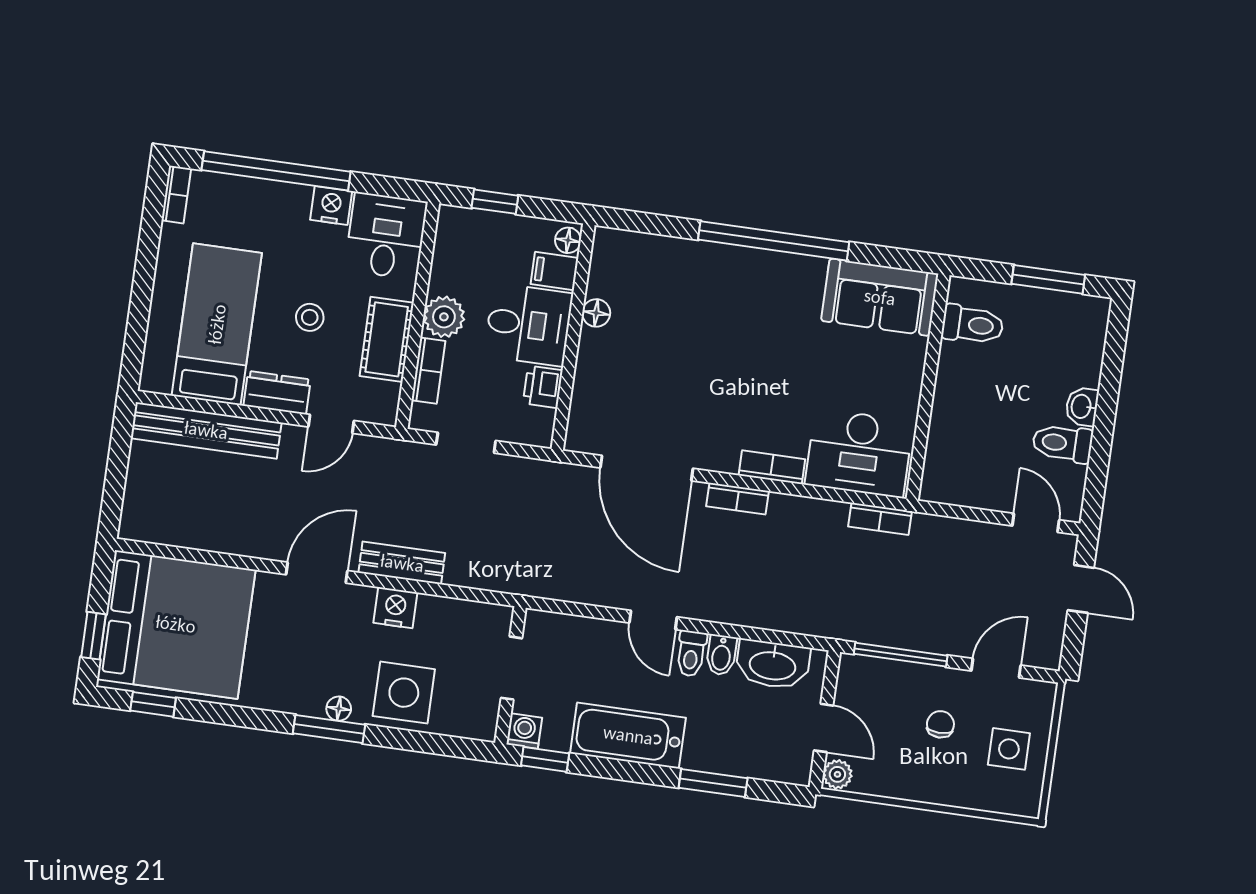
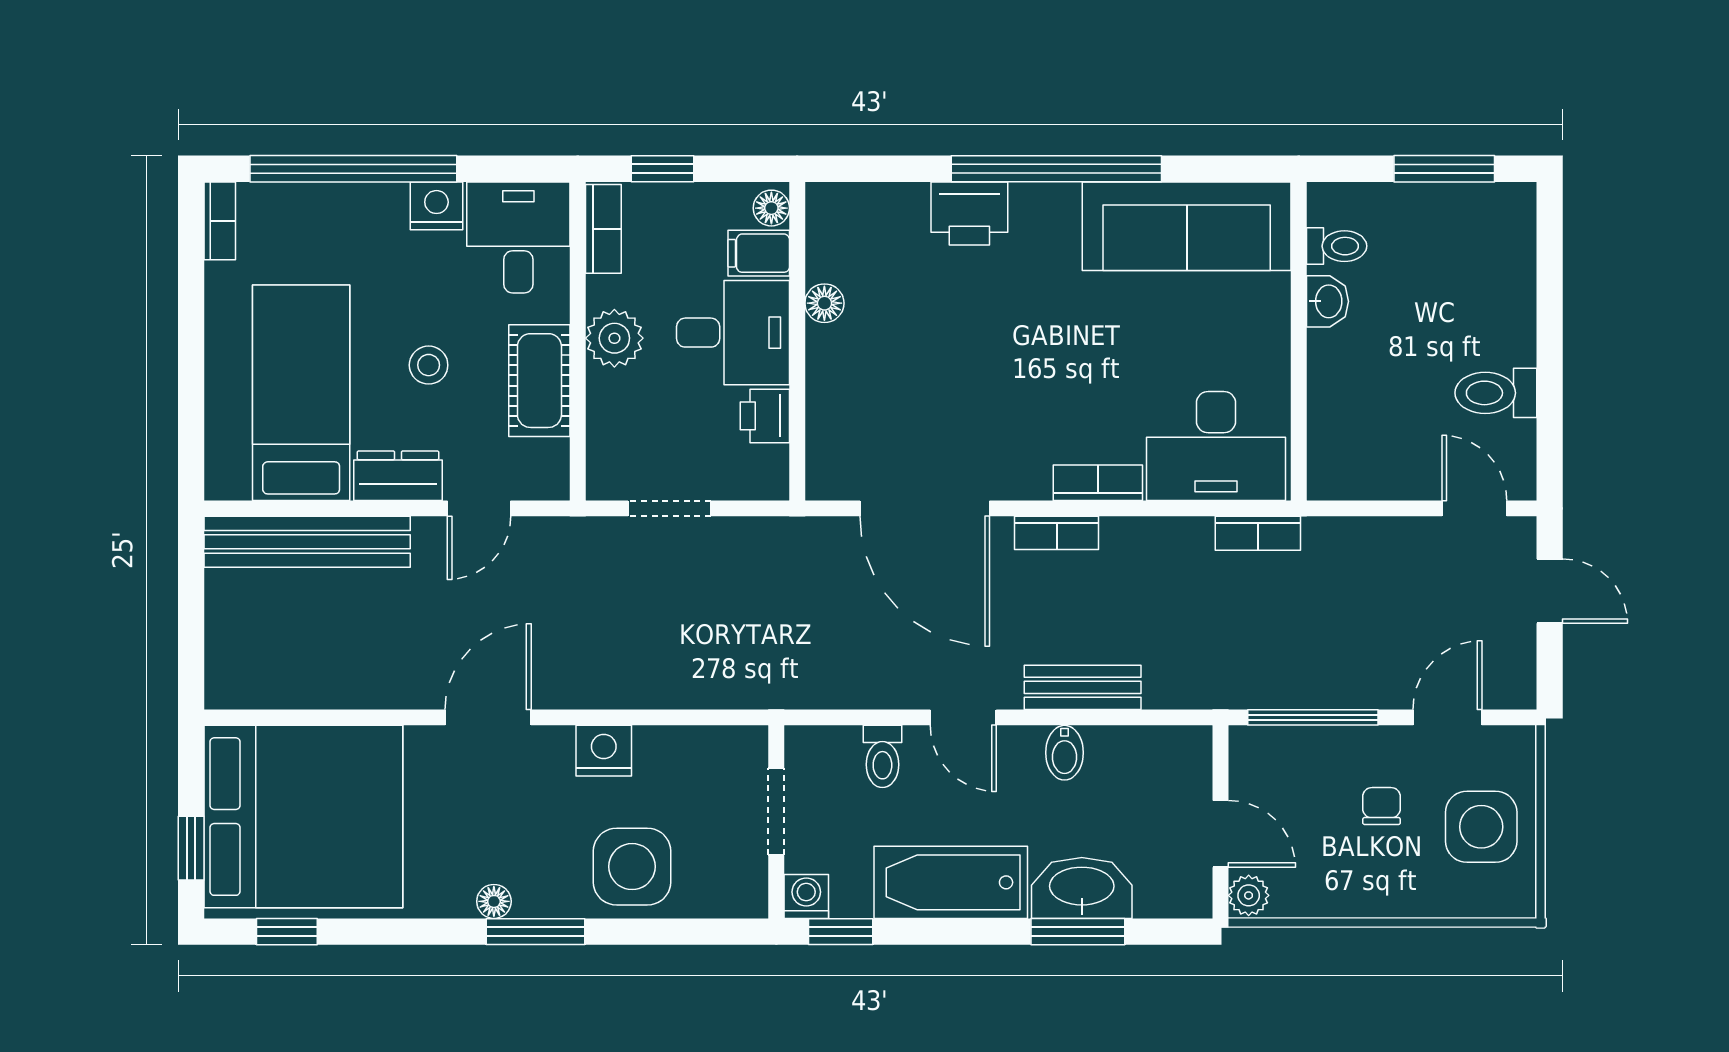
printer: (708, 264) -> (969, 213), added
sofa: (880, 297) -> (1187, 226), width x1.36
toilet: (973, 325) -> (1337, 246), width x0.73, depth x0.72
bookcase: (428, 371) -> (603, 229), moved
washbasin: (1082, 406) -> (1327, 301), moved, turned 180
bench: (402, 563) -> (1083, 687), moved
toilet: (691, 653) -> (882, 756), moved
washbasin: (773, 664) -> (1082, 888), moved, turned 180
floor lamp: (339, 709) -> (494, 901), moved
side table: (1009, 749) -> (1481, 827), width x1.37, depth x1.37

